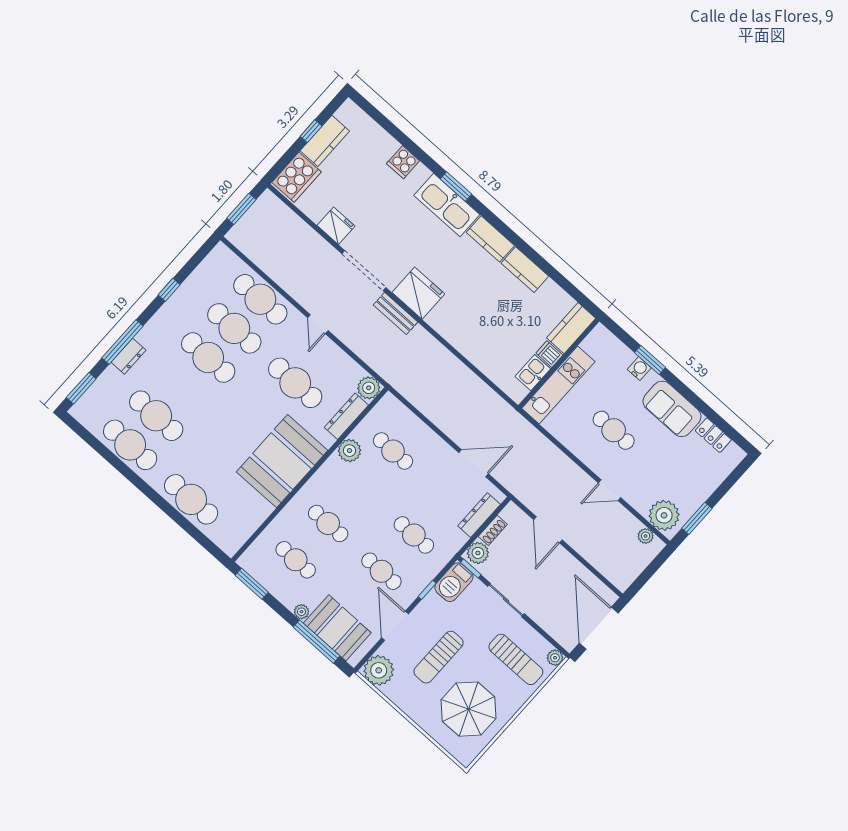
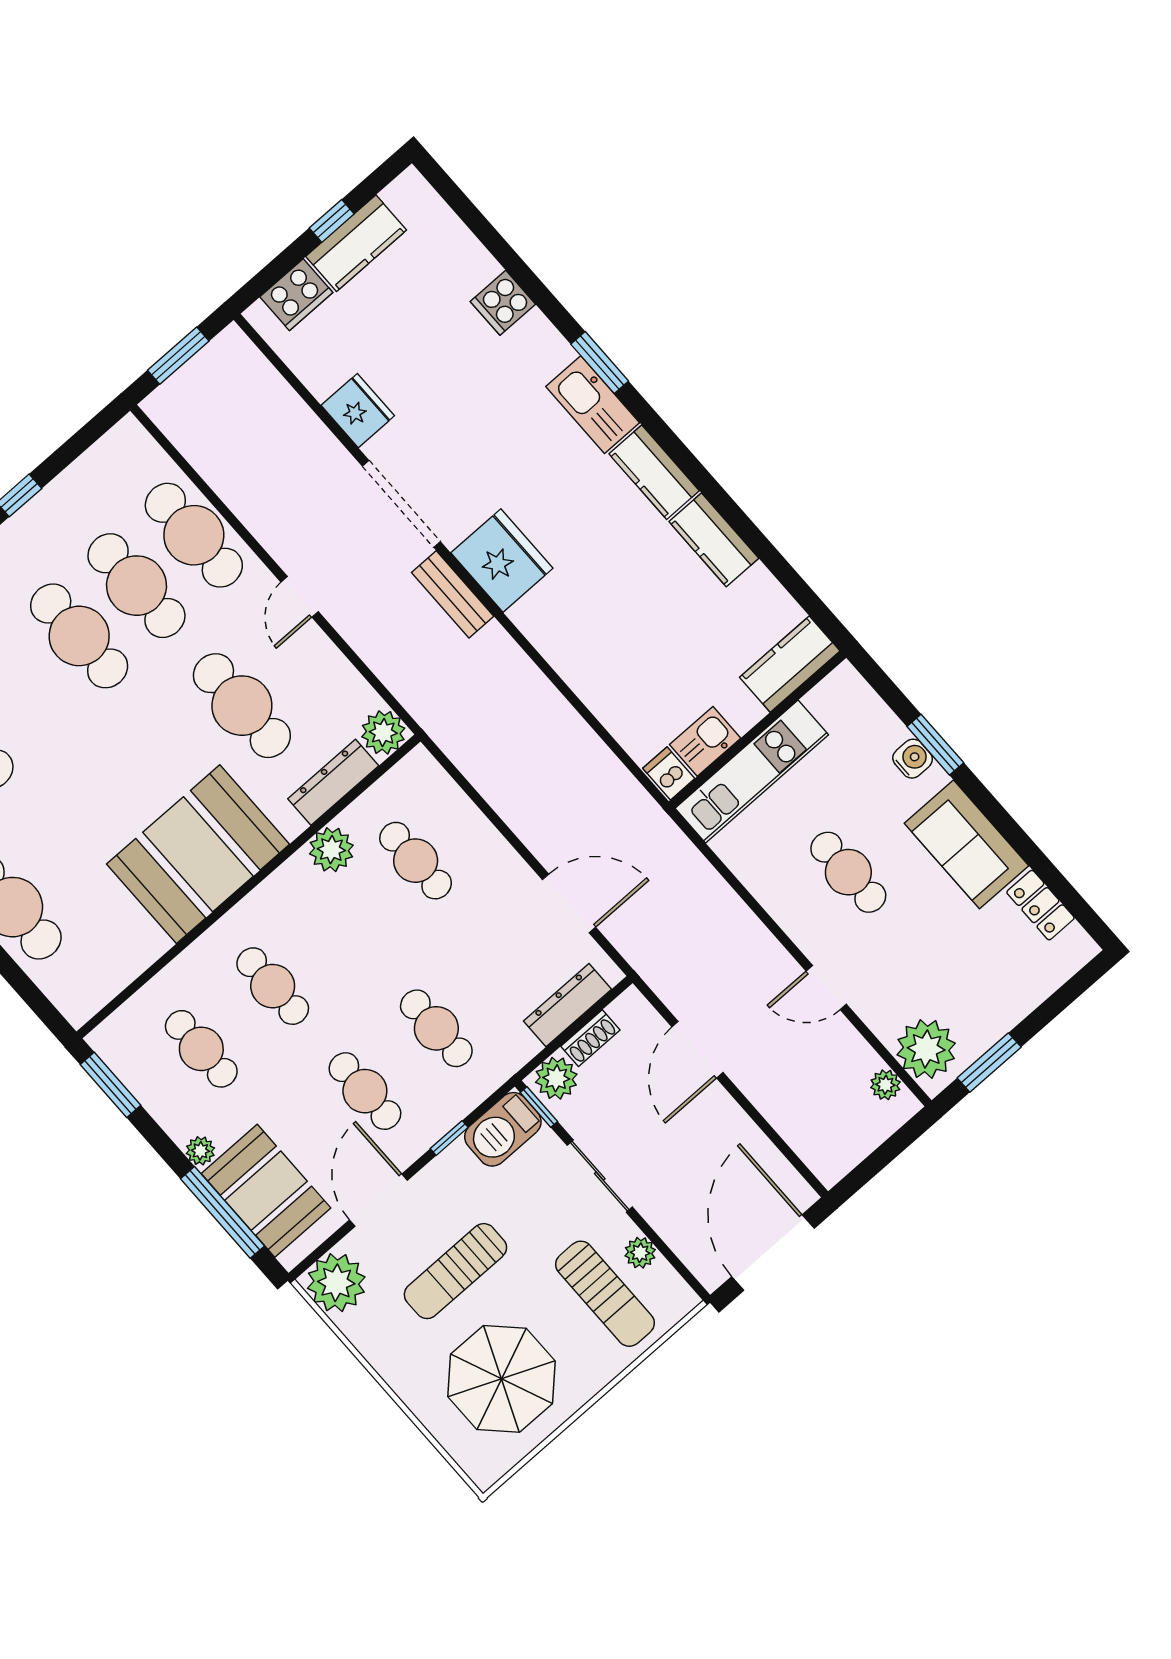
cooker: (297, 177) -> (296, 295), width x0.73, depth x0.76
kitchen sink: (447, 205) -> (593, 405), width x0.73, depth x0.81
dishwasher: (549, 354) -> (669, 773), moved
plant: (555, 658) -> (640, 1253), moved

